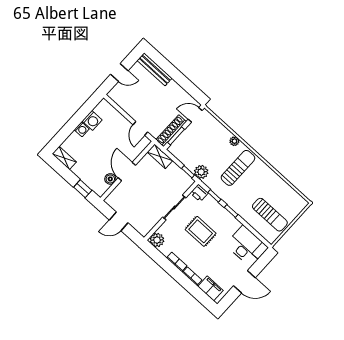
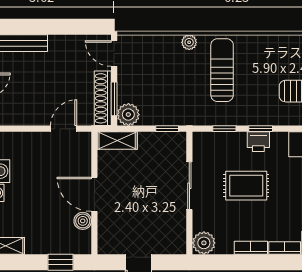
door: (195, 115) -> (114, 53), hinge flipped
door: (140, 128) -> (64, 129), swing flipped
plant: (201, 172) -> (128, 115), moved
printer: (199, 193) -> (258, 142), moved

